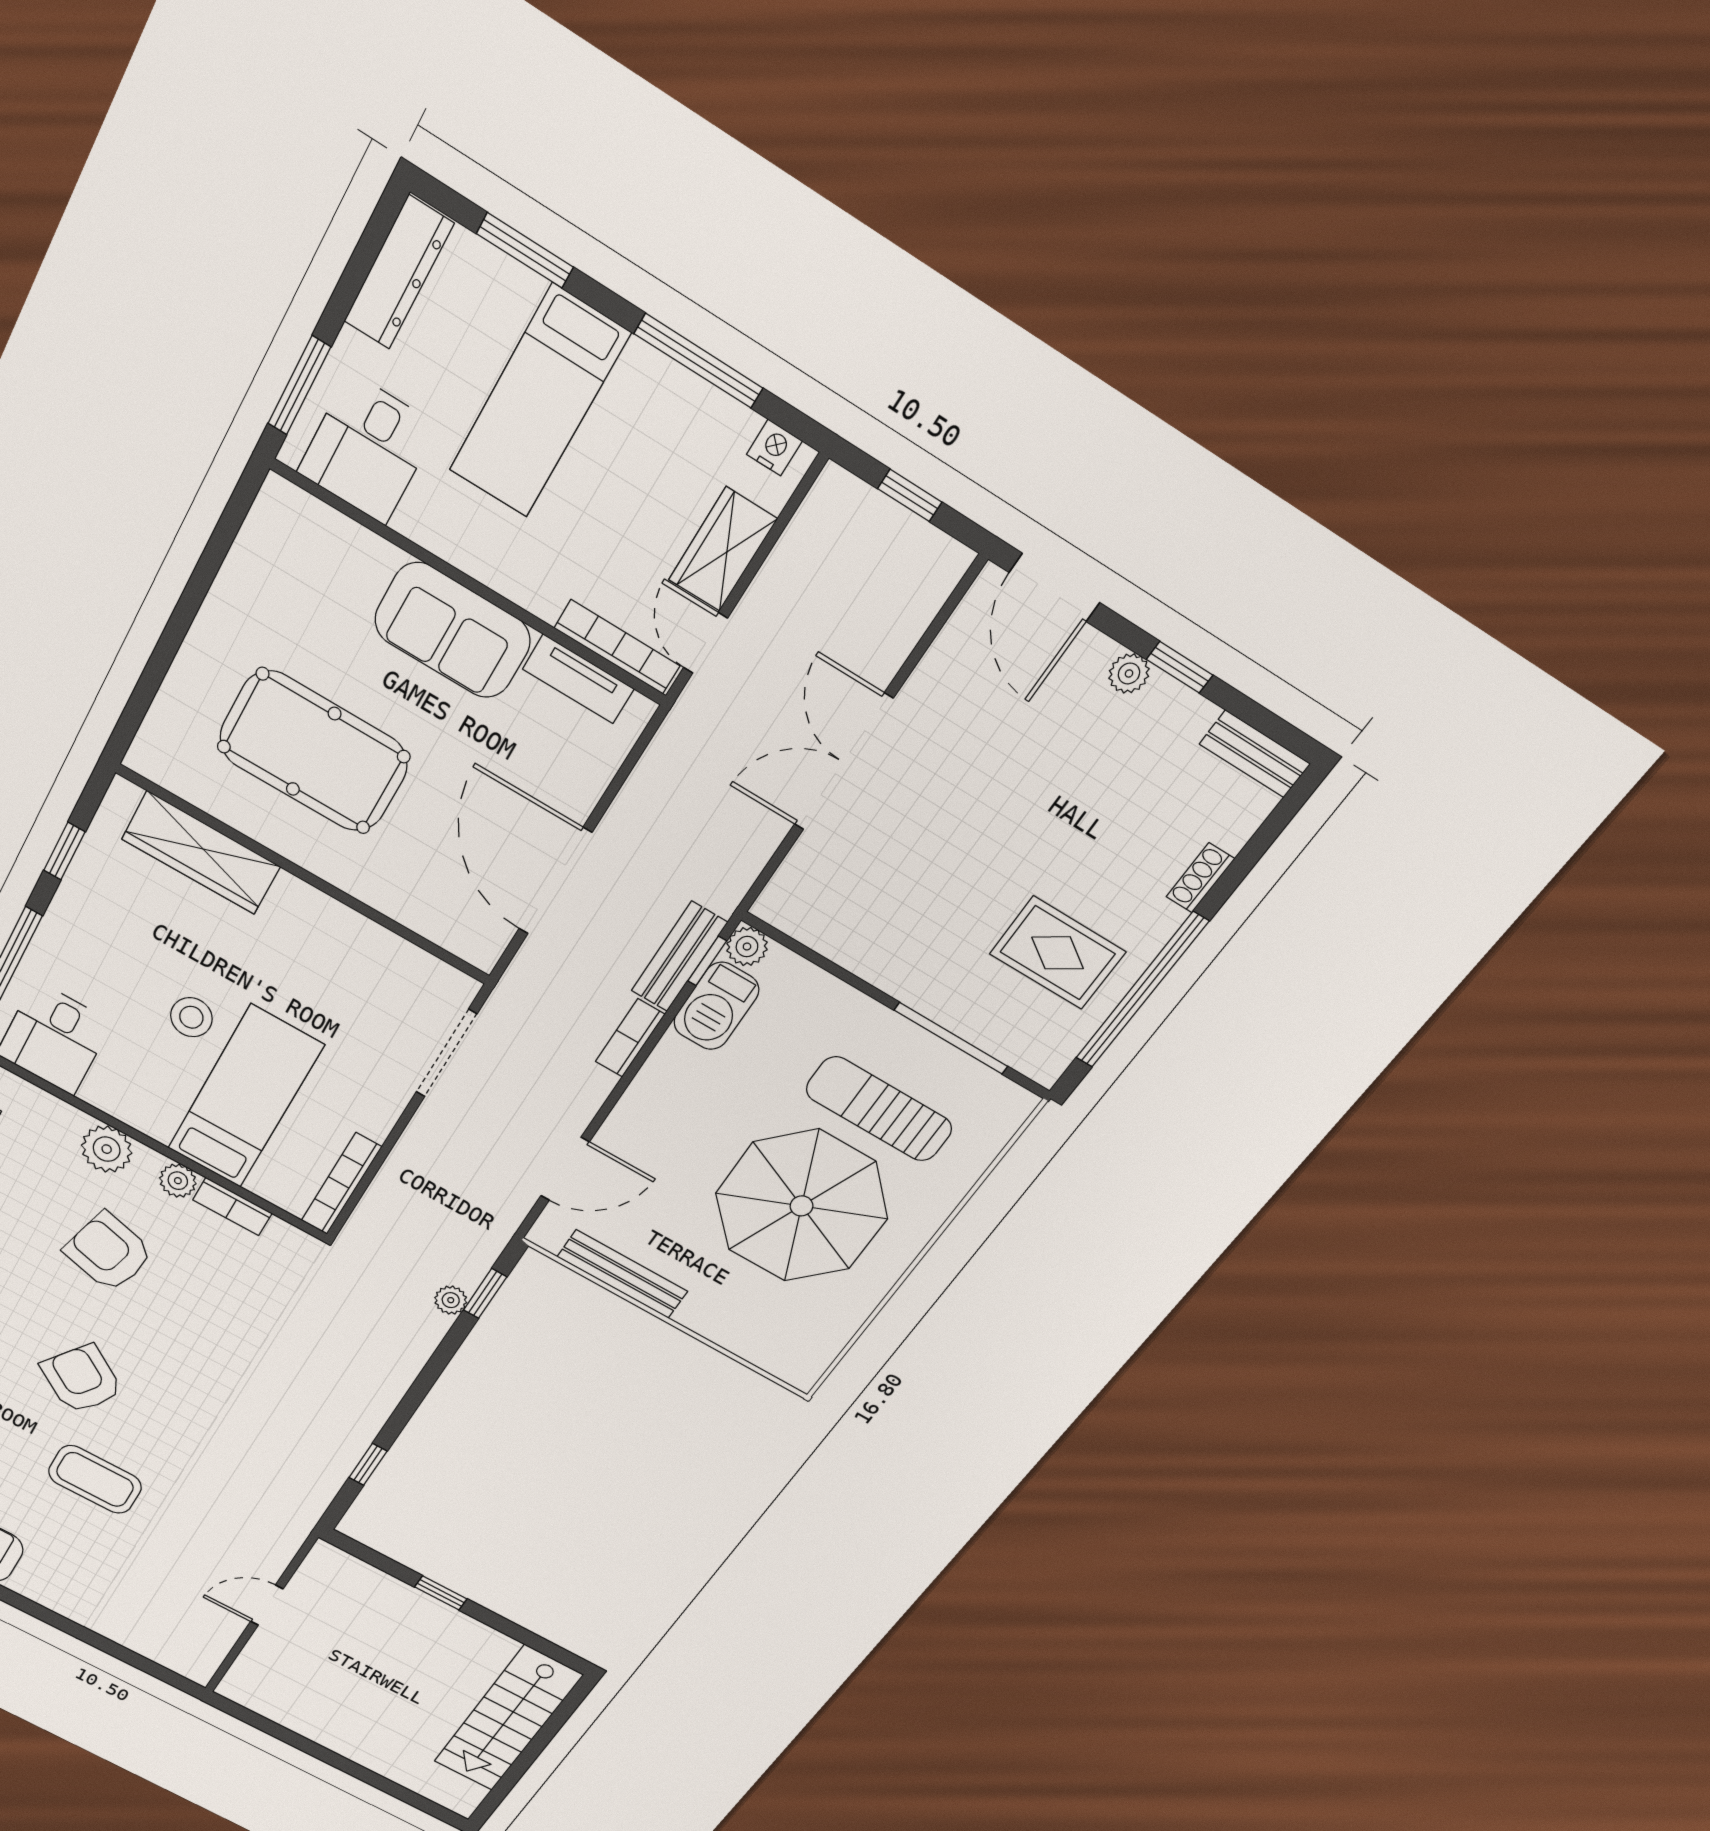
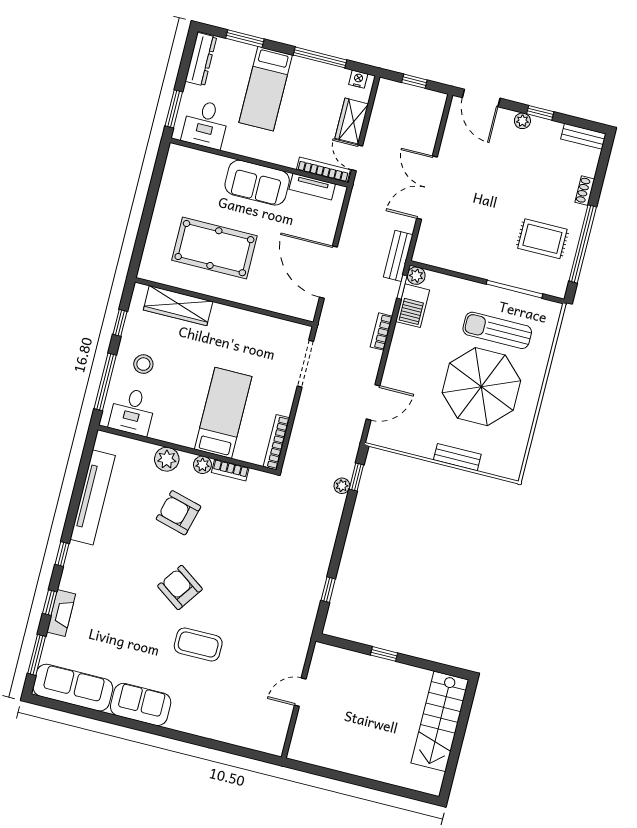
bench: (679, 957) -> (398, 256), moved
stool: (191, 1017) -> (143, 364), moved
bench: (622, 1274) -> (457, 457), moved, width x0.73

